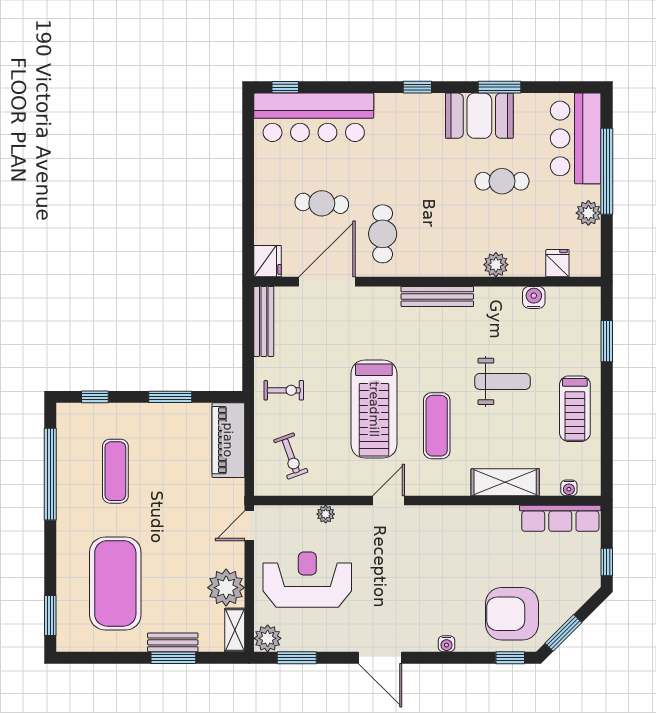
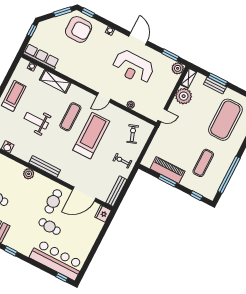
cafe table: (322, 203) -> (50, 227), moved
plant: (496, 265) -> (29, 174), moved
piano: (228, 440) -> (167, 170), moved, turned -90
reception desk: (307, 580) -> (133, 67), moved

